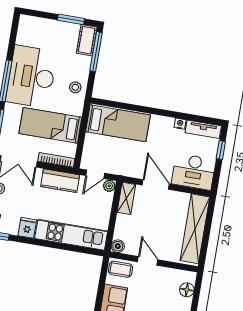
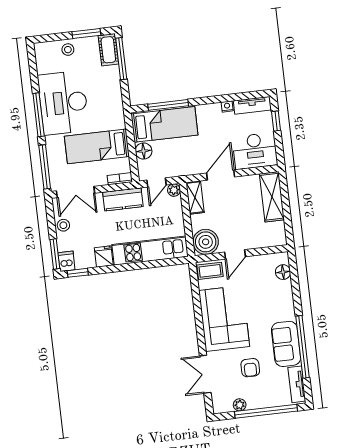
stool: (75, 87) -> (68, 50), moved
window: (127, 107) -> (168, 105), added
floor lamp: (92, 142) -> (144, 151), added
bookcase: (56, 160) -> (120, 179), width x0.64
door: (156, 185) -> (221, 175), hinge flipped
shelving: (195, 229) -> (272, 197), width x0.68
boiler: (118, 246) -> (206, 242), width x1.86, depth x1.86
door: (148, 261) -> (235, 254), swing flipped

